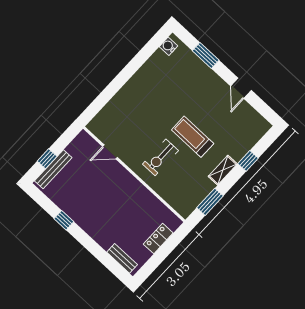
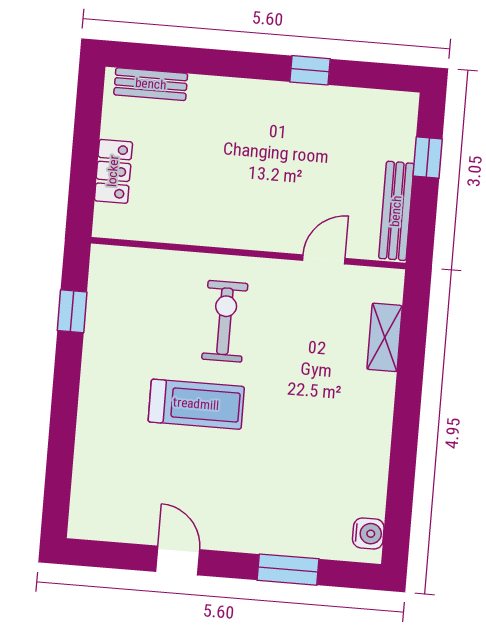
window: (248, 161) -> (62, 439), removed
bench: (53, 169) -> (396, 211), moved
shelving: (223, 170) -> (385, 337), moved
window: (210, 202) -> (72, 311), width x0.67

